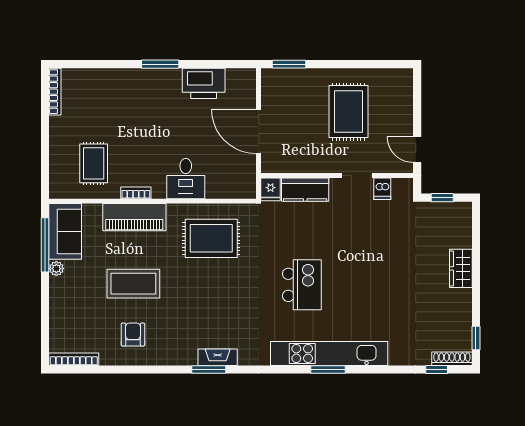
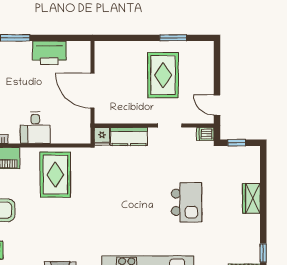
window: (289, 64) -> (173, 38), moved
dishwasher: (382, 189) -> (205, 134), moved, turned 90
rug: (211, 238) -> (55, 175), turned 90
kitchen island: (302, 285) -> (187, 202), moved

